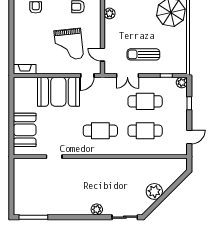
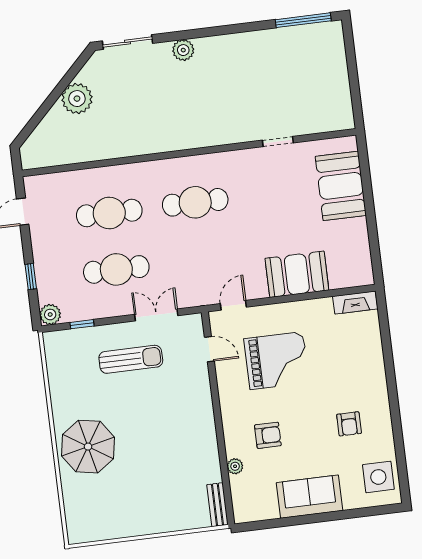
plant: (110, 13) -> (206, 430), removed
grand piano: (69, 44) -> (276, 361), turned 96
booth: (58, 92) -> (297, 274), width x0.73, depth x0.70

